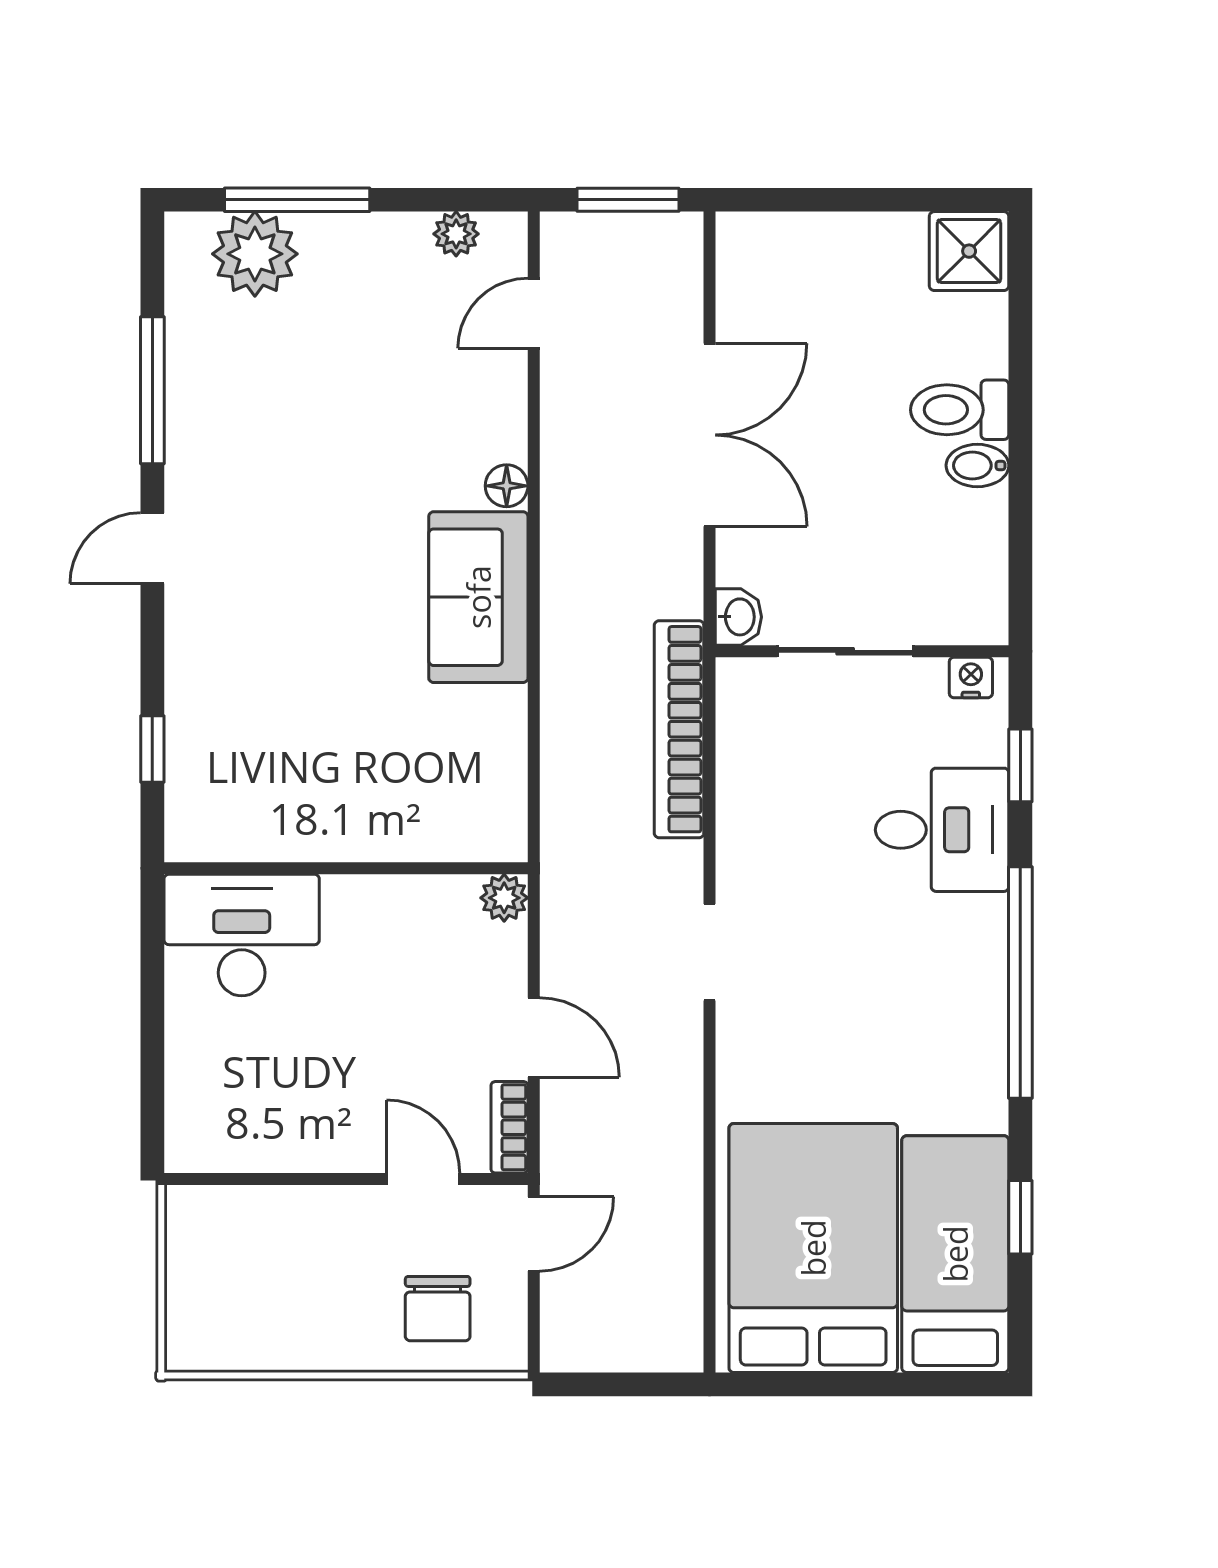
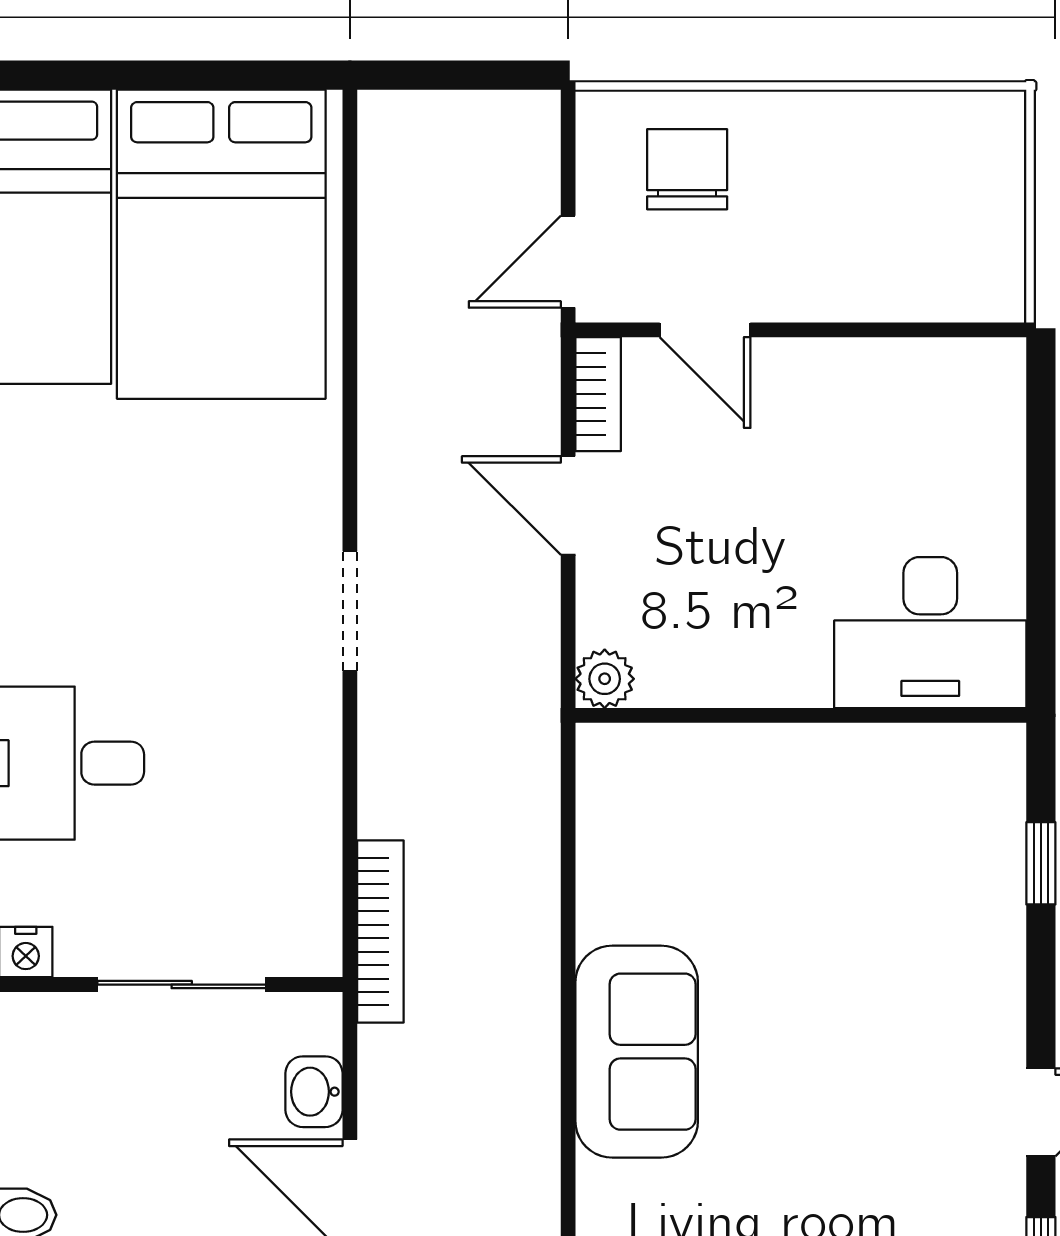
floor lamp: (507, 486) -> (602, 1190), removed
washbasin: (738, 617) -> (314, 1092), moved
bookcase: (679, 729) -> (380, 932), width x0.68, depth x0.76

